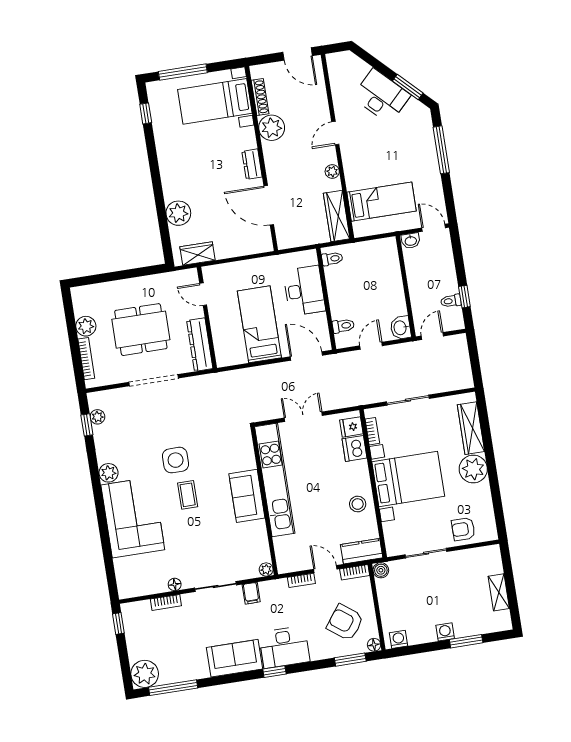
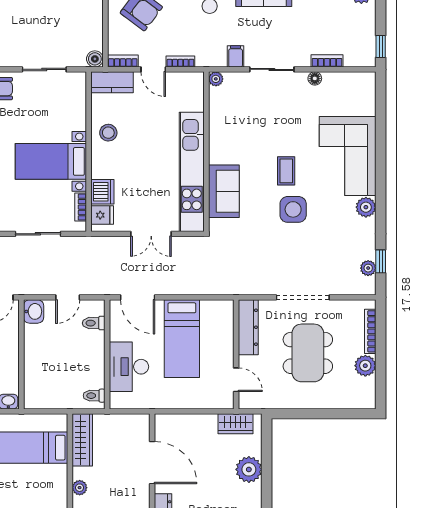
dining table: (141, 330) -> (308, 353), turned 90
bed with nightstands: (408, 479) -> (51, 161), width x0.73
sofa: (247, 496) -> (224, 191), moved

